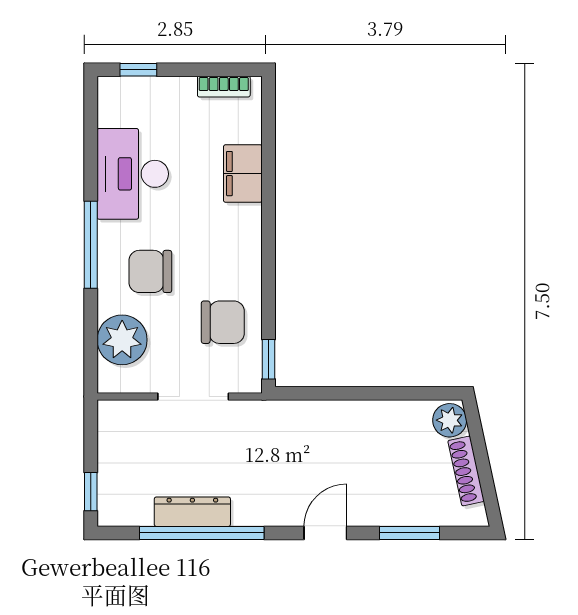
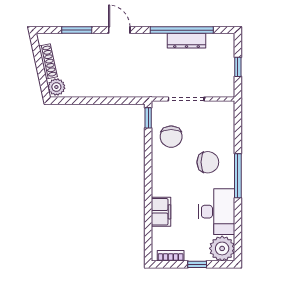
window: (138, 70) -> (197, 264), moved
chair: (223, 322) -> (171, 137), turned -90
plant: (122, 340) -> (222, 248), moved
window: (91, 492) -> (238, 67), moved
door: (325, 533) -> (119, 30), swing flipped

